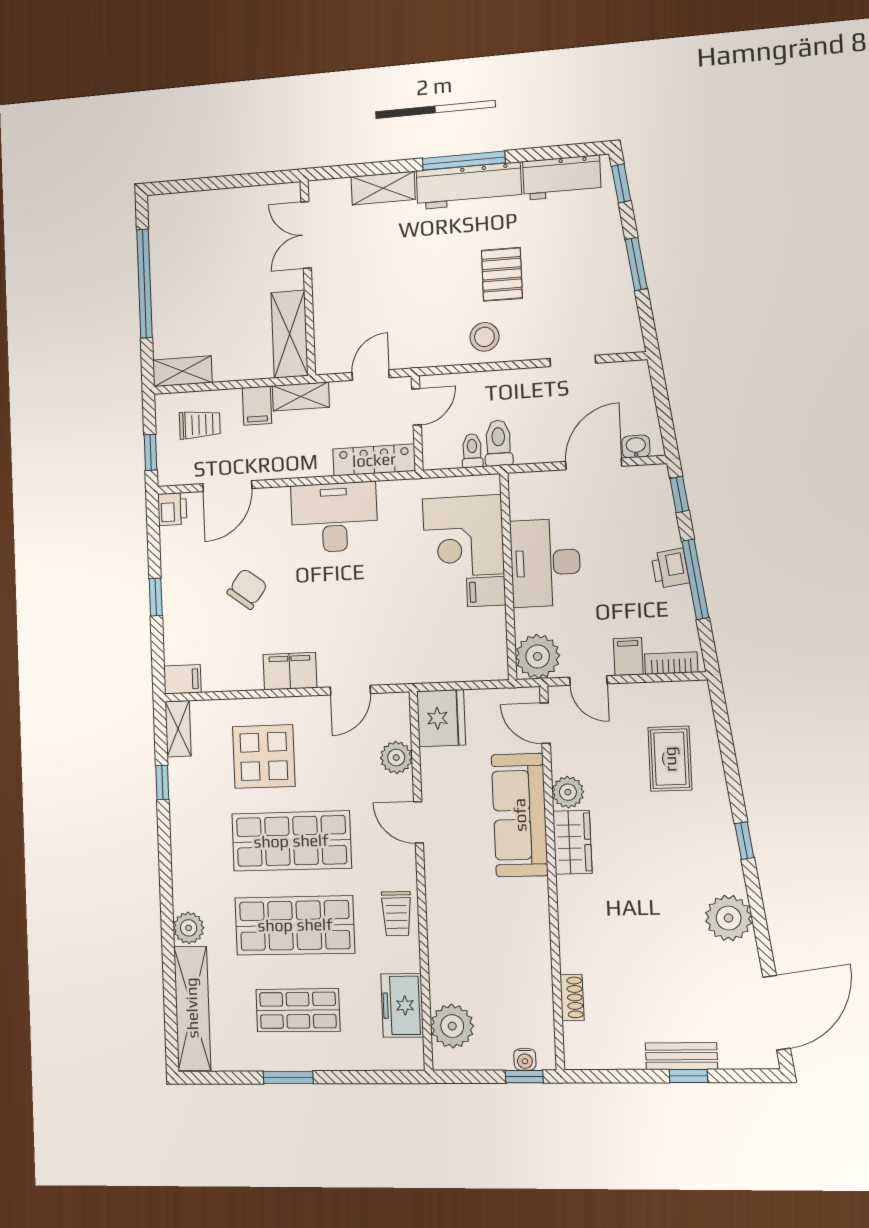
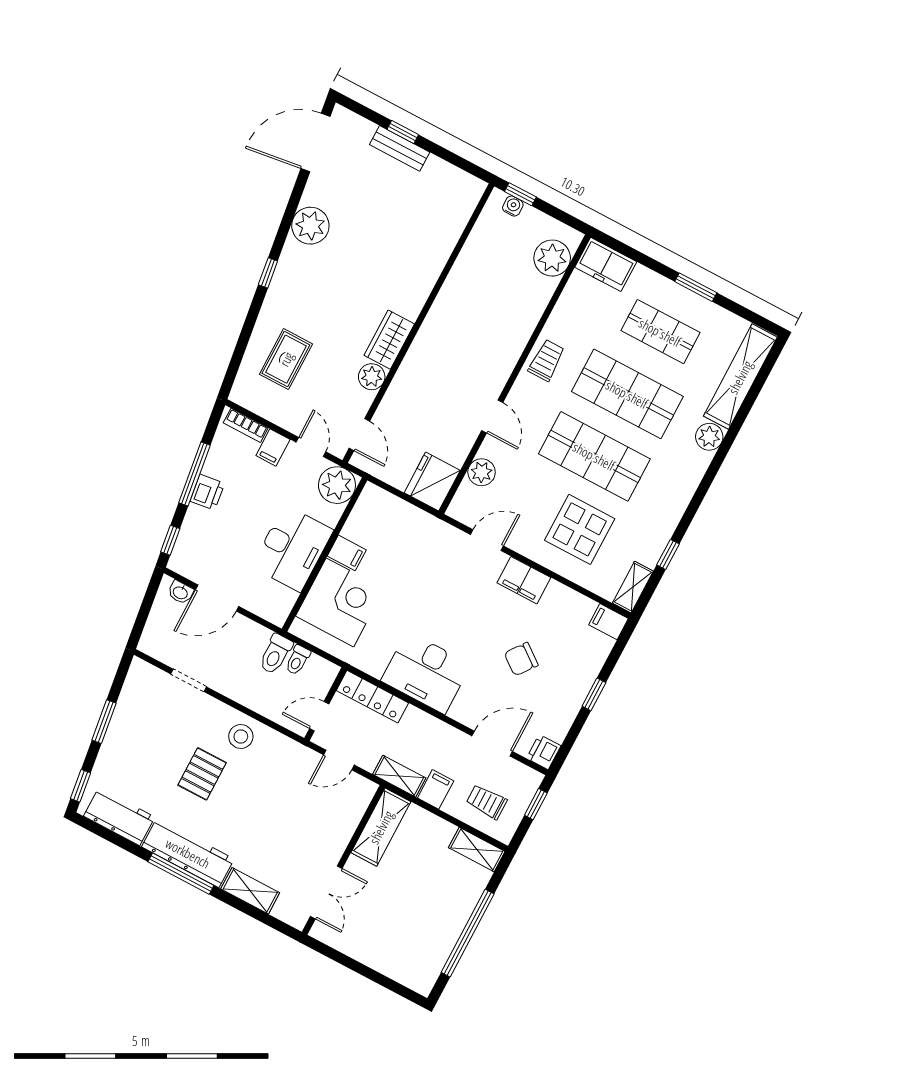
sofa: (520, 815) -> (416, 380), removed
shoe rack: (572, 997) -> (453, 231), removed
freezer: (402, 1005) -> (606, 264), moved, turned 90

